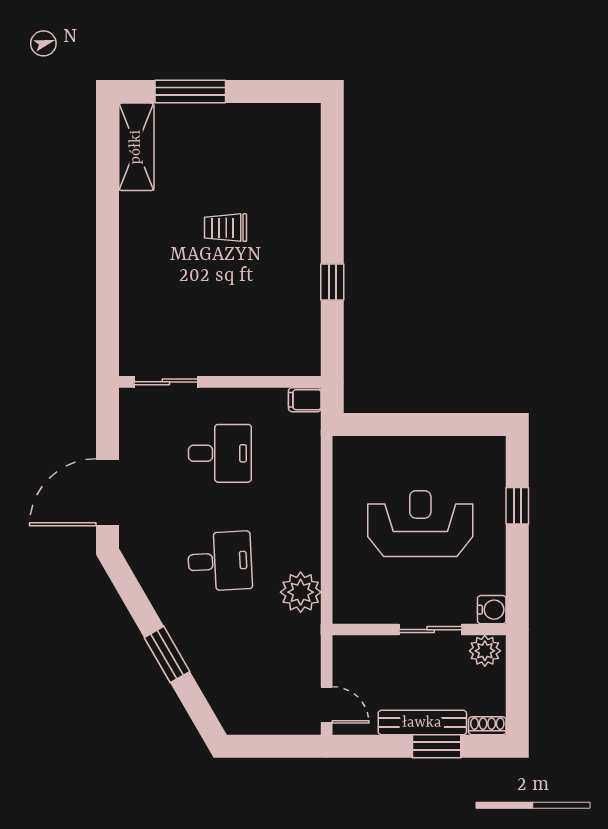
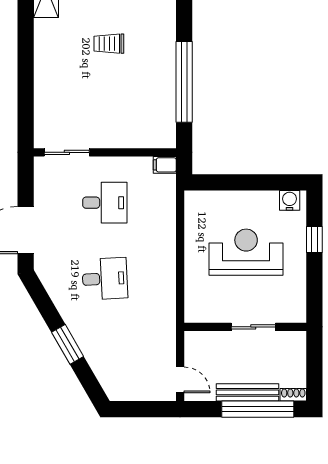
window: (332, 282) -> (184, 82), width x3.17
plant: (301, 592) -> (162, 301), removed
water cooler: (492, 610) -> (290, 200), moved, turned -90
plant: (485, 651) -> (292, 342), removed
window: (437, 746) -> (258, 409), width x2.11

